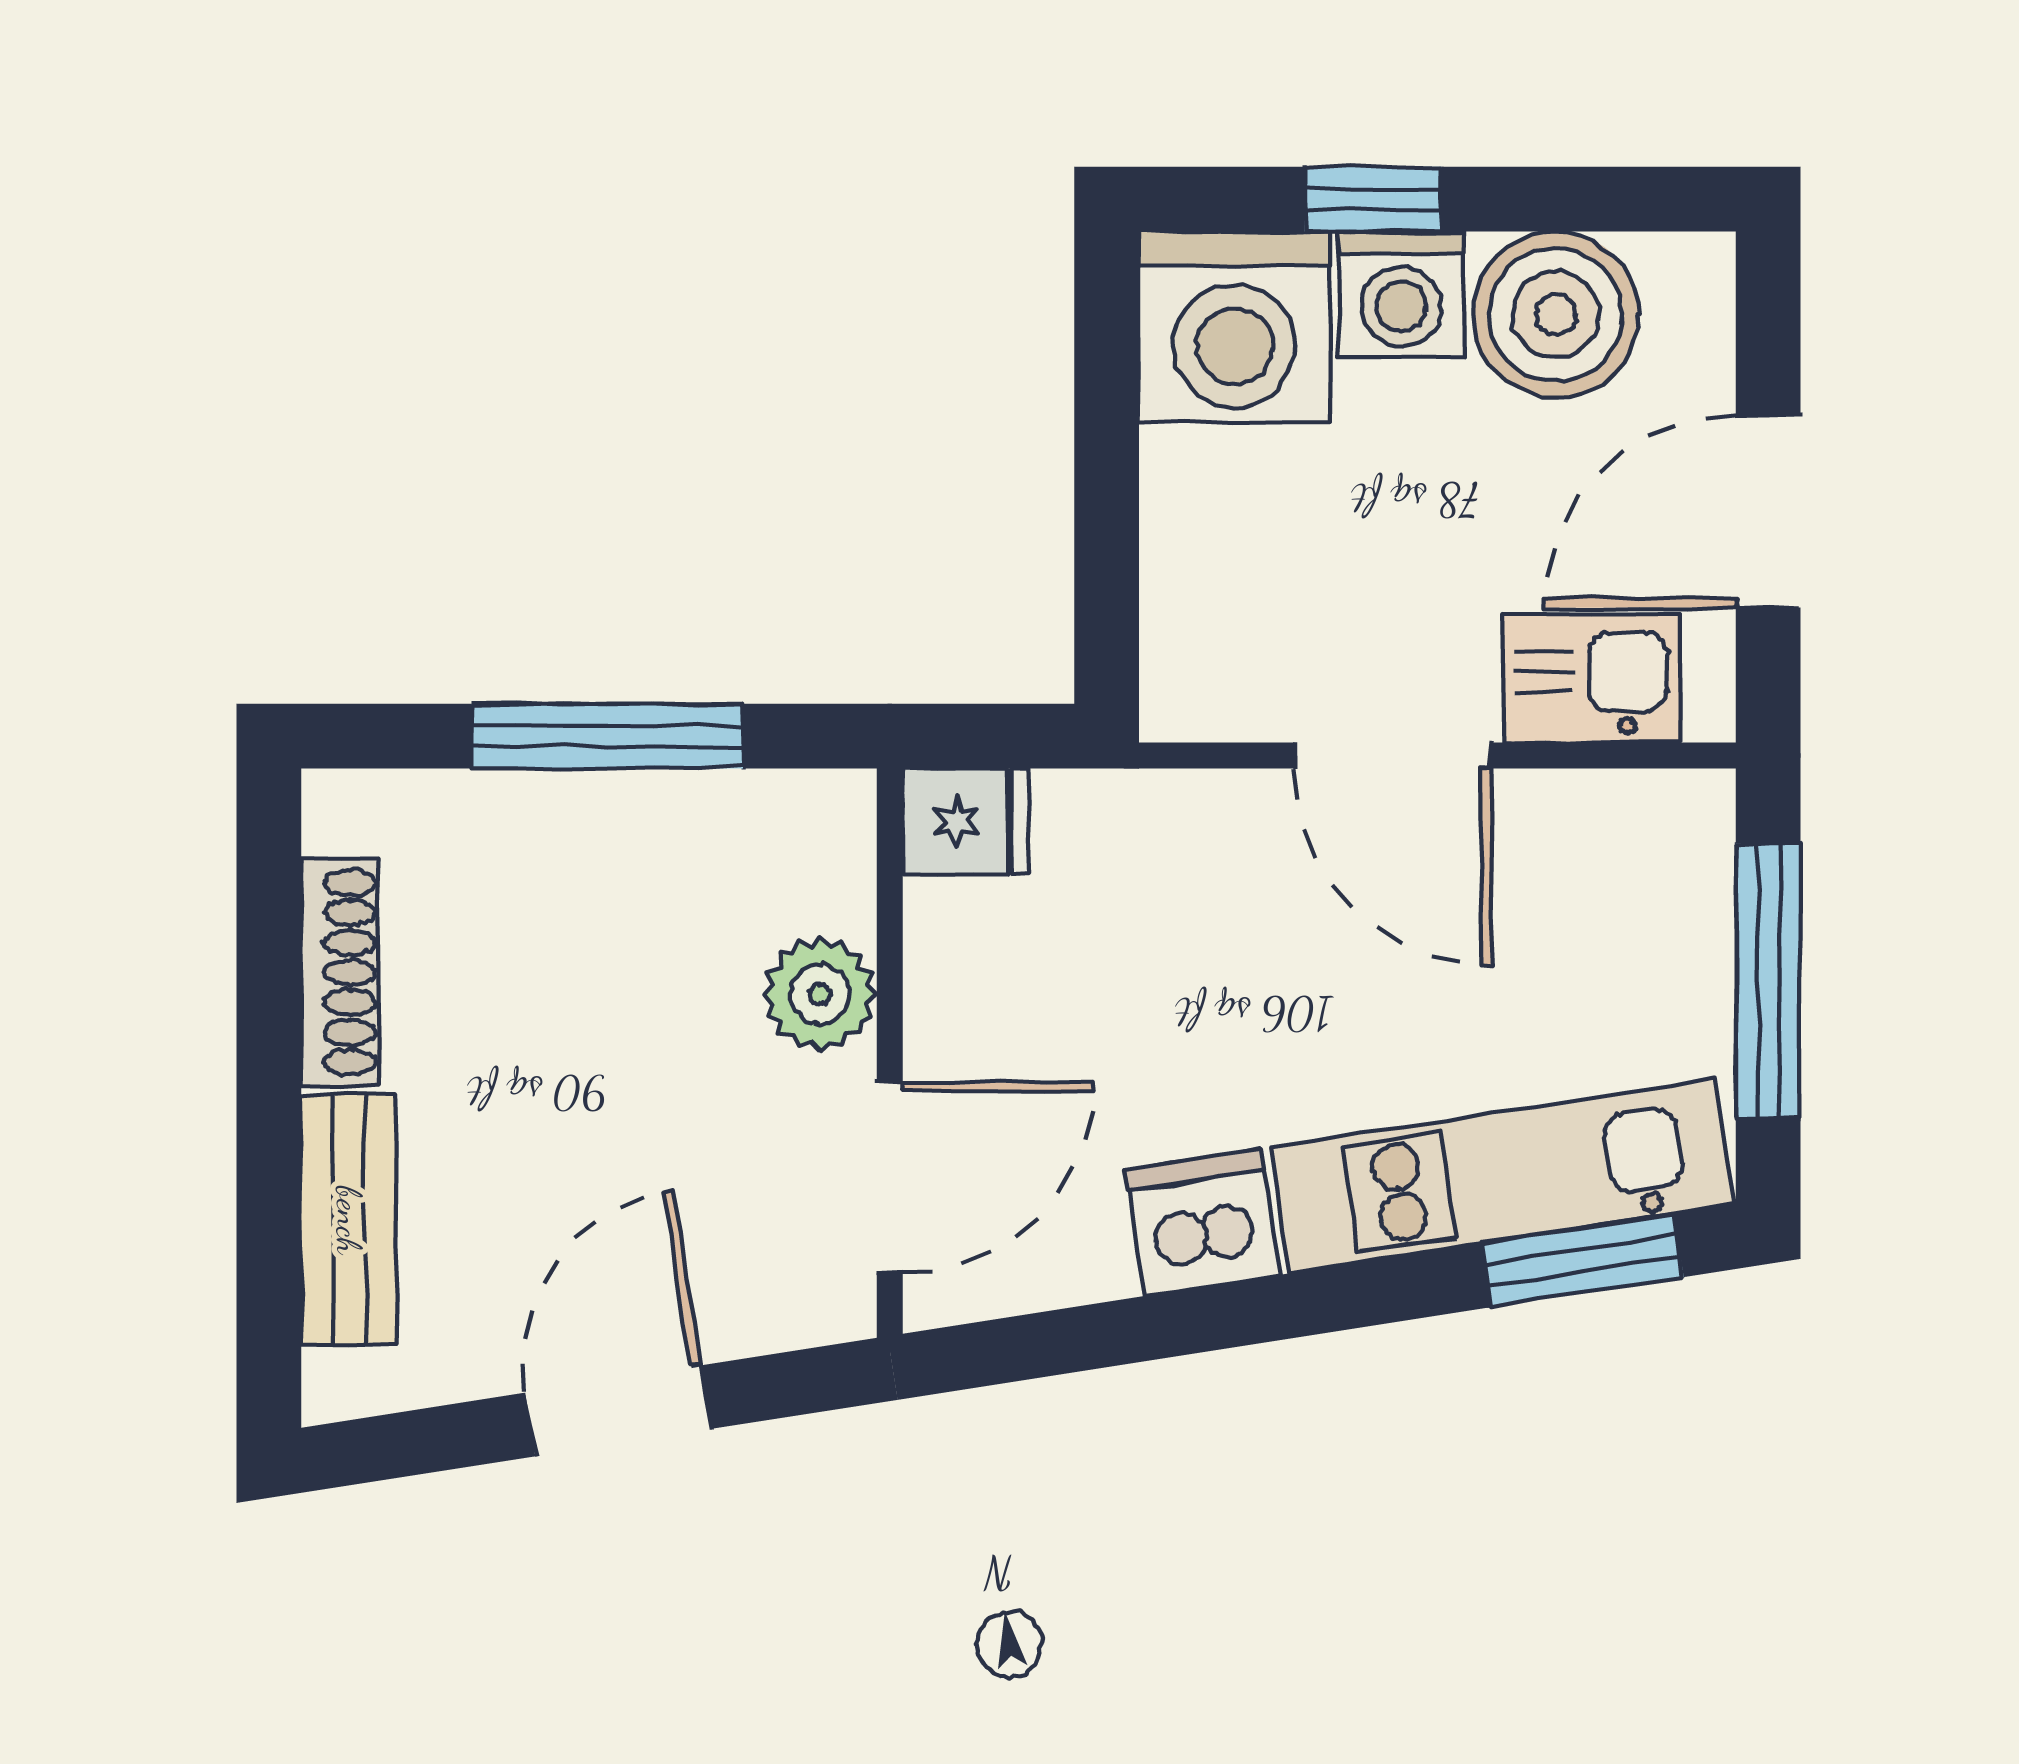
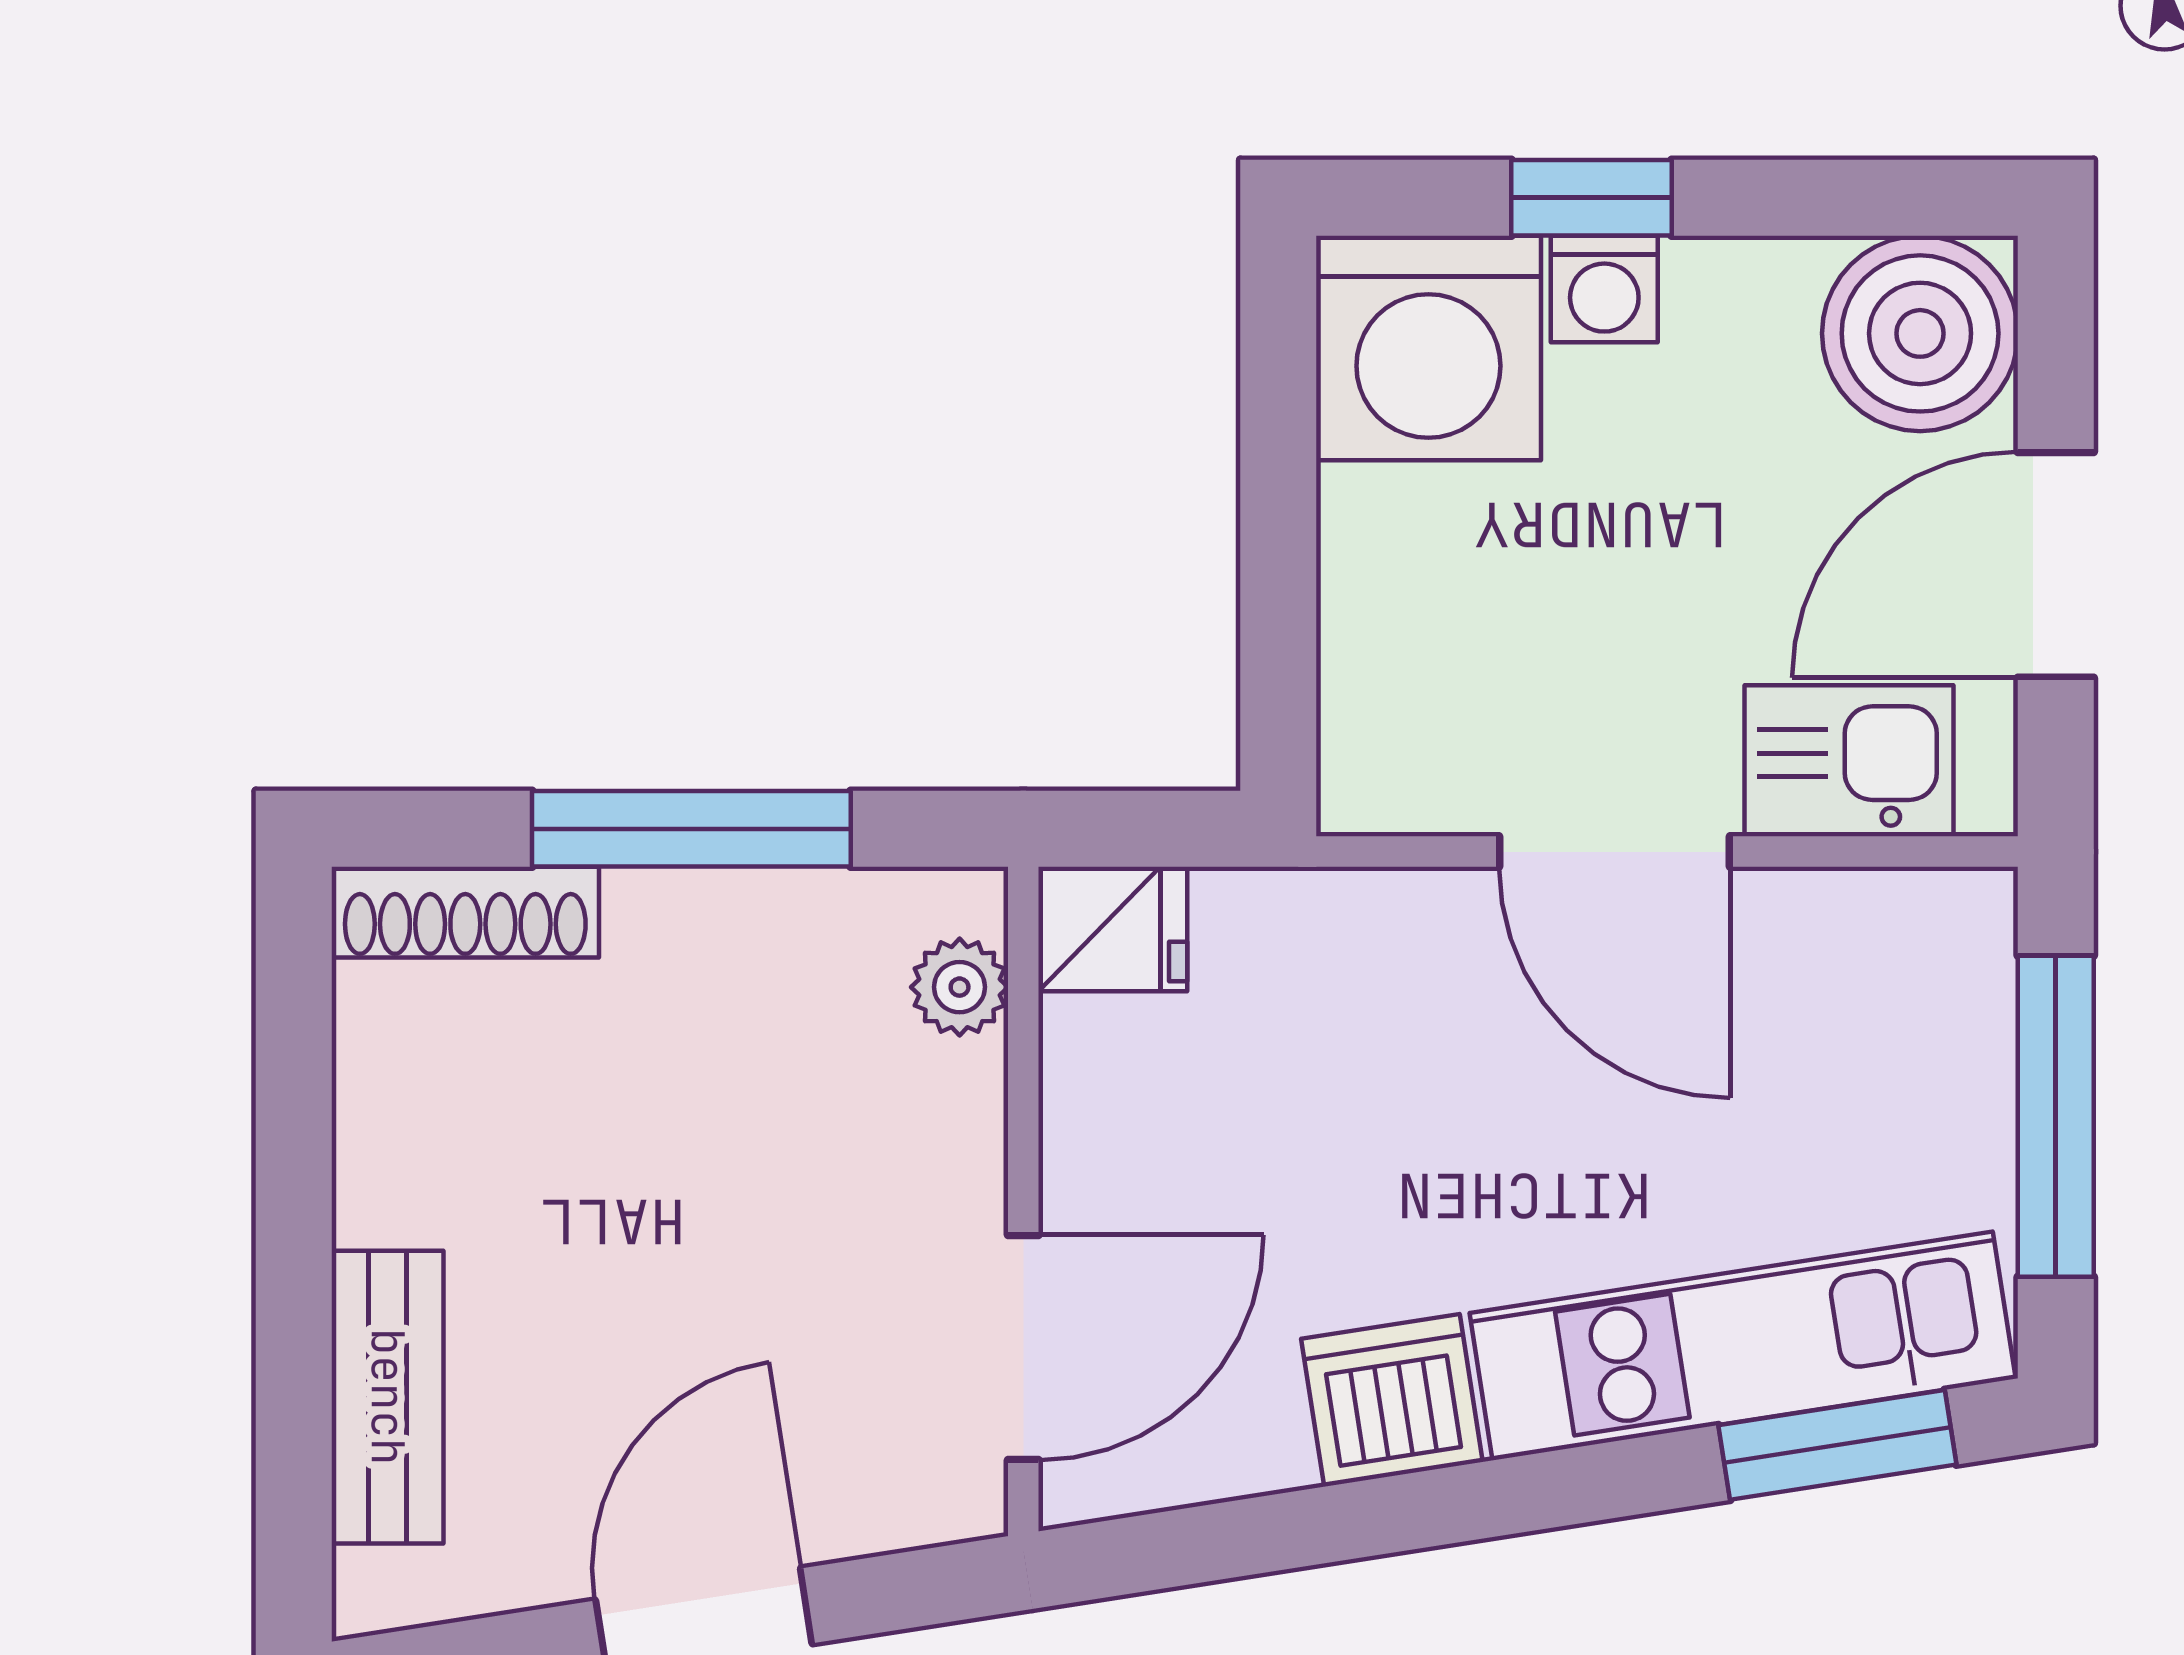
washing machine: (1401, 294) -> (1604, 289), width x0.73, depth x0.73
boiler: (1556, 315) -> (1920, 333), moved
shoe rack: (340, 973) -> (465, 912), moved, turned 90
plant: (820, 994) -> (960, 987), moved, width x0.73, depth x0.73

